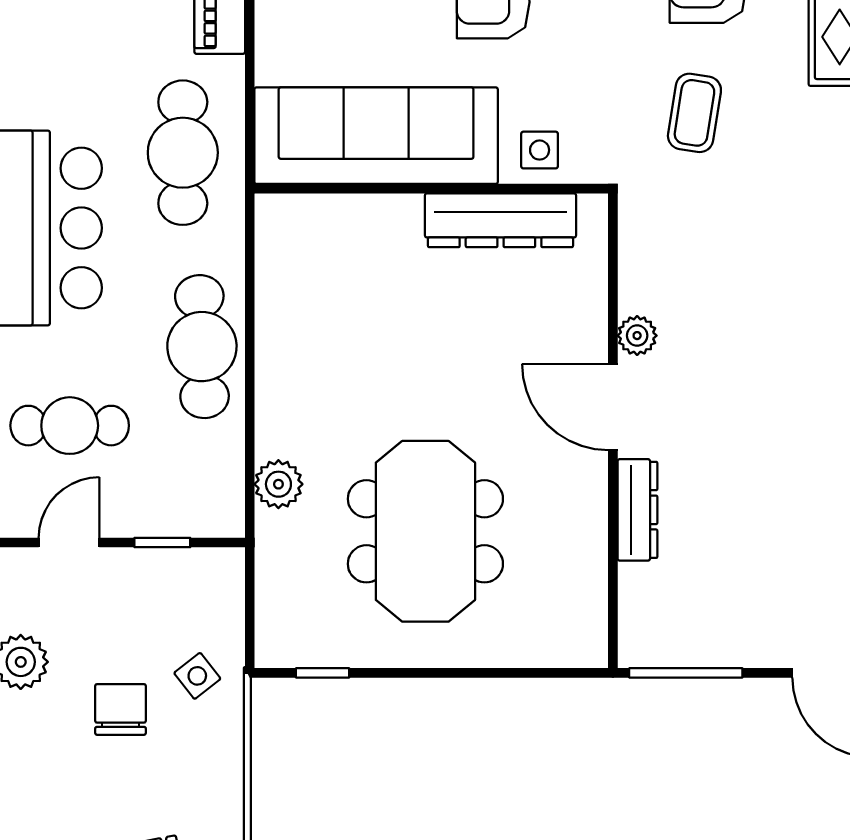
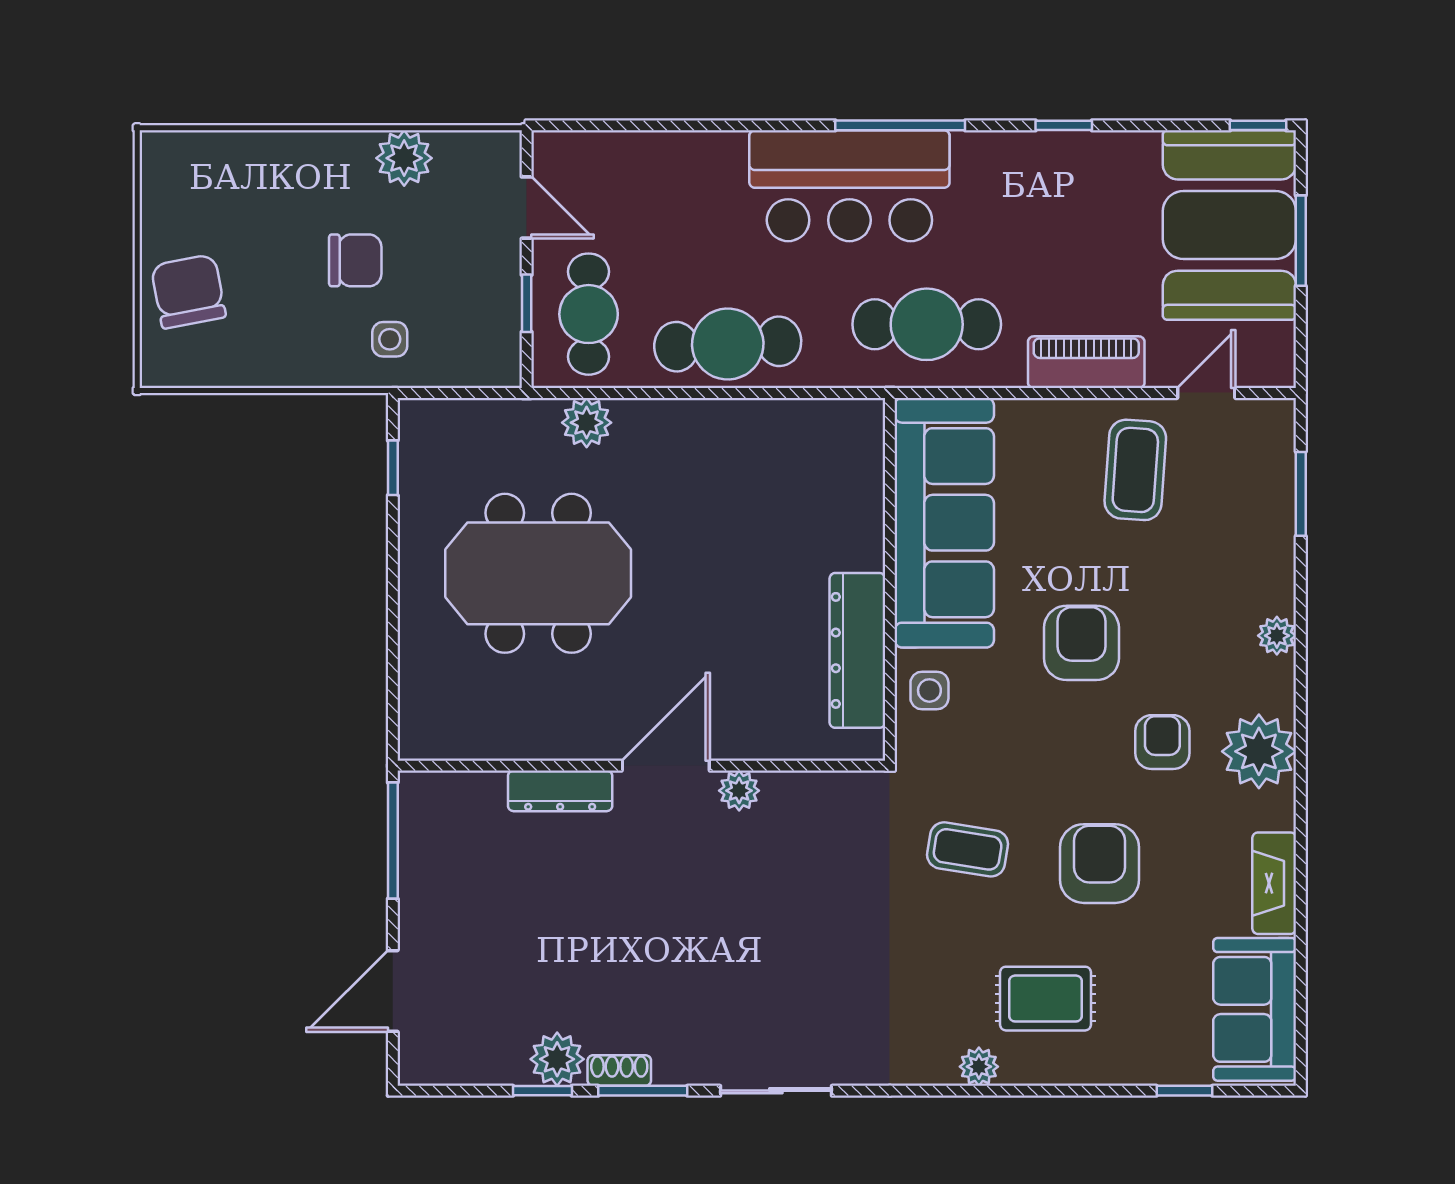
cafe table: (70, 426) -> (589, 314), moved
side table: (197, 676) -> (390, 339), turned 38

